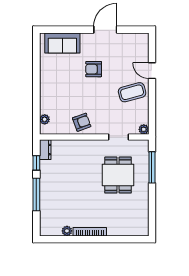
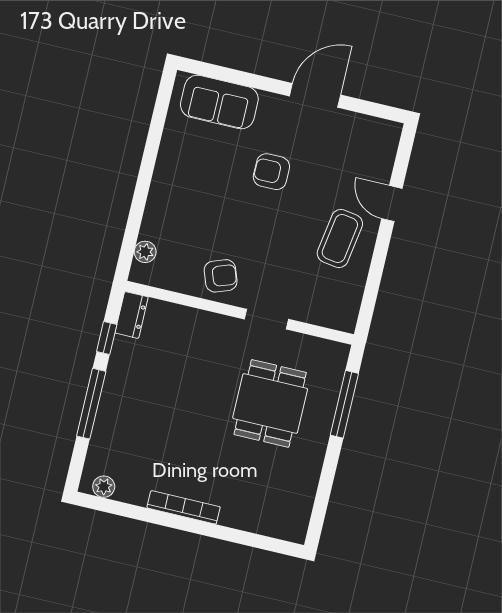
coffee table: (132, 92) -> (340, 239), turned -66
plant: (144, 129) -> (346, 321), removed
doorway: (118, 137) -> (266, 319), moved
plant: (67, 231) -> (104, 487), moved

